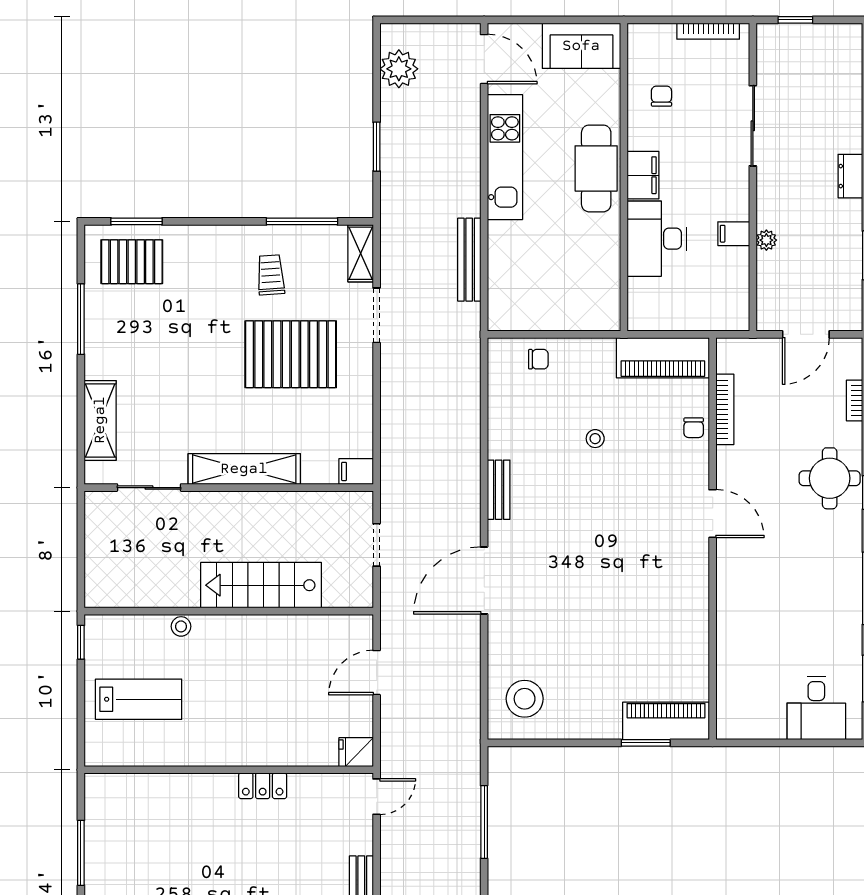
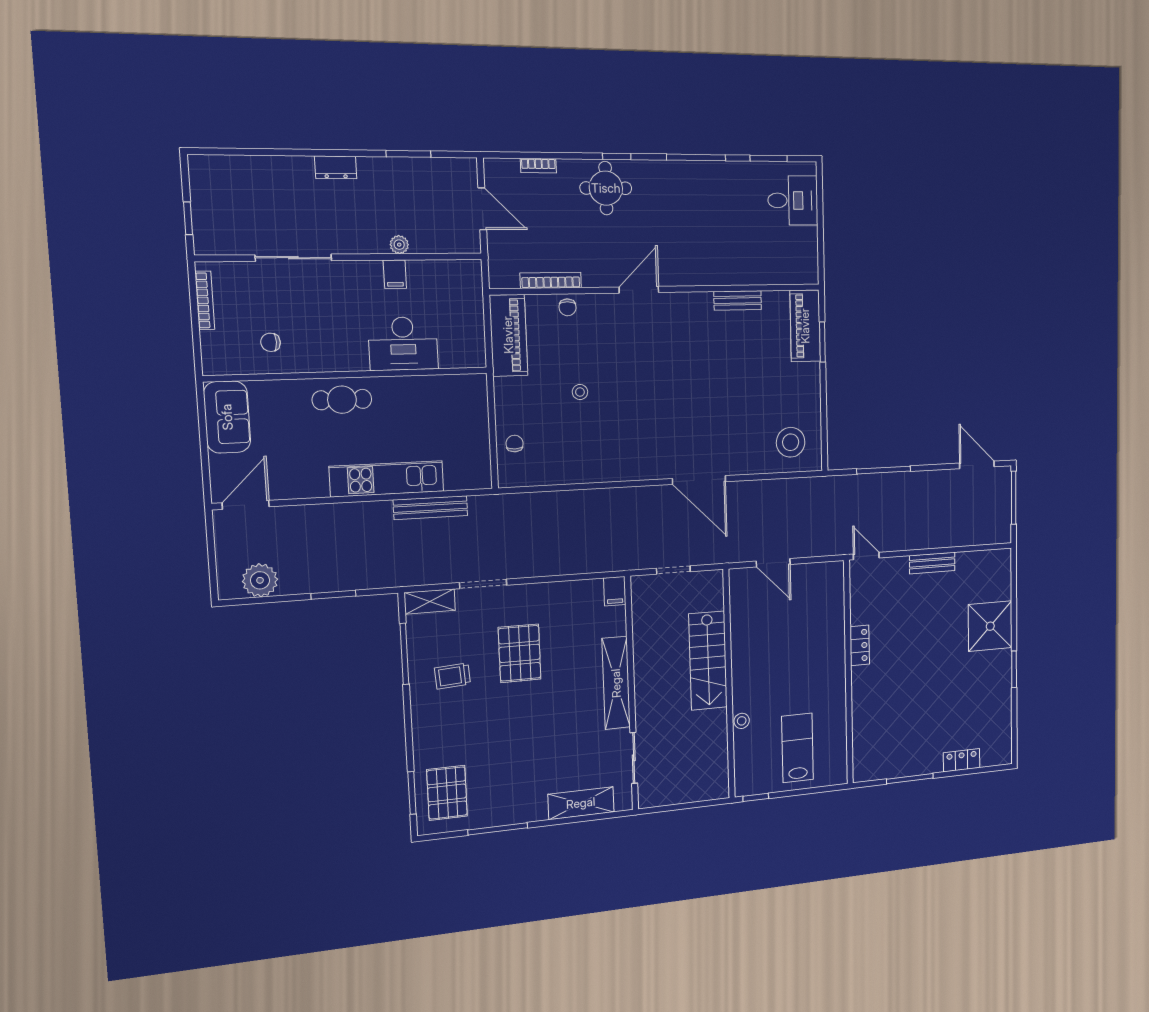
kitchen unit: (505, 157) -> (387, 479), moved
cafe table: (596, 168) -> (342, 400), width x0.73, depth x0.74
filing cabinet: (643, 175) -> (346, 357), removed
pallet: (291, 354) -> (520, 653), width x0.73, depth x0.71
chair: (694, 428) -> (567, 307), turned 90
bench: (499, 490) -> (738, 301), moved
fridge: (356, 752) -> (834, 575), removed

